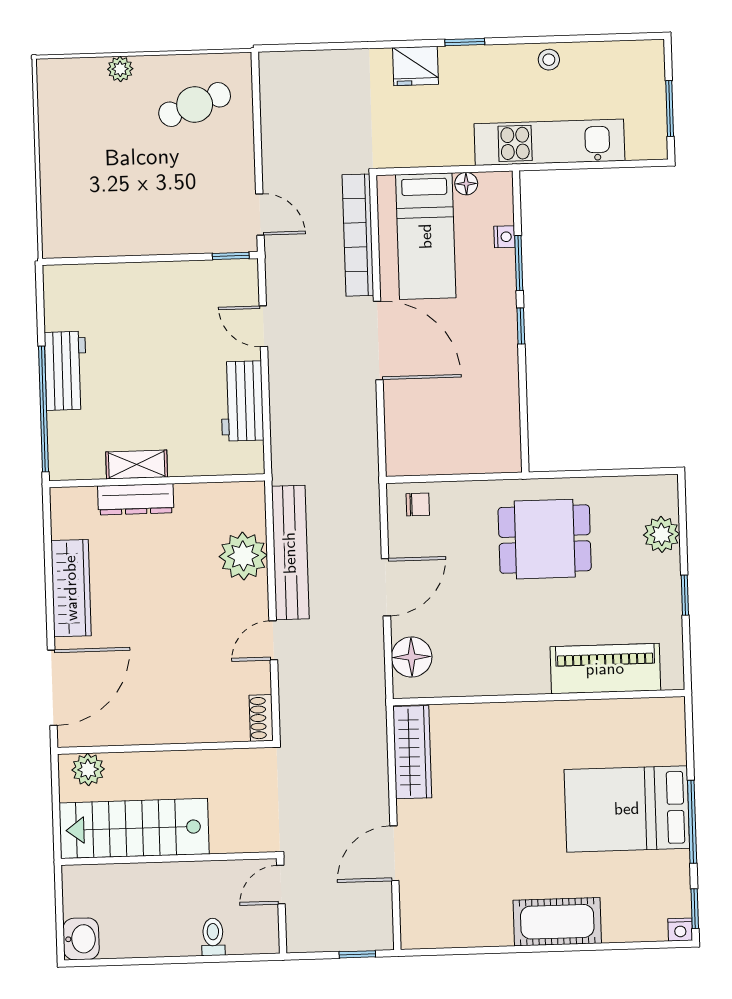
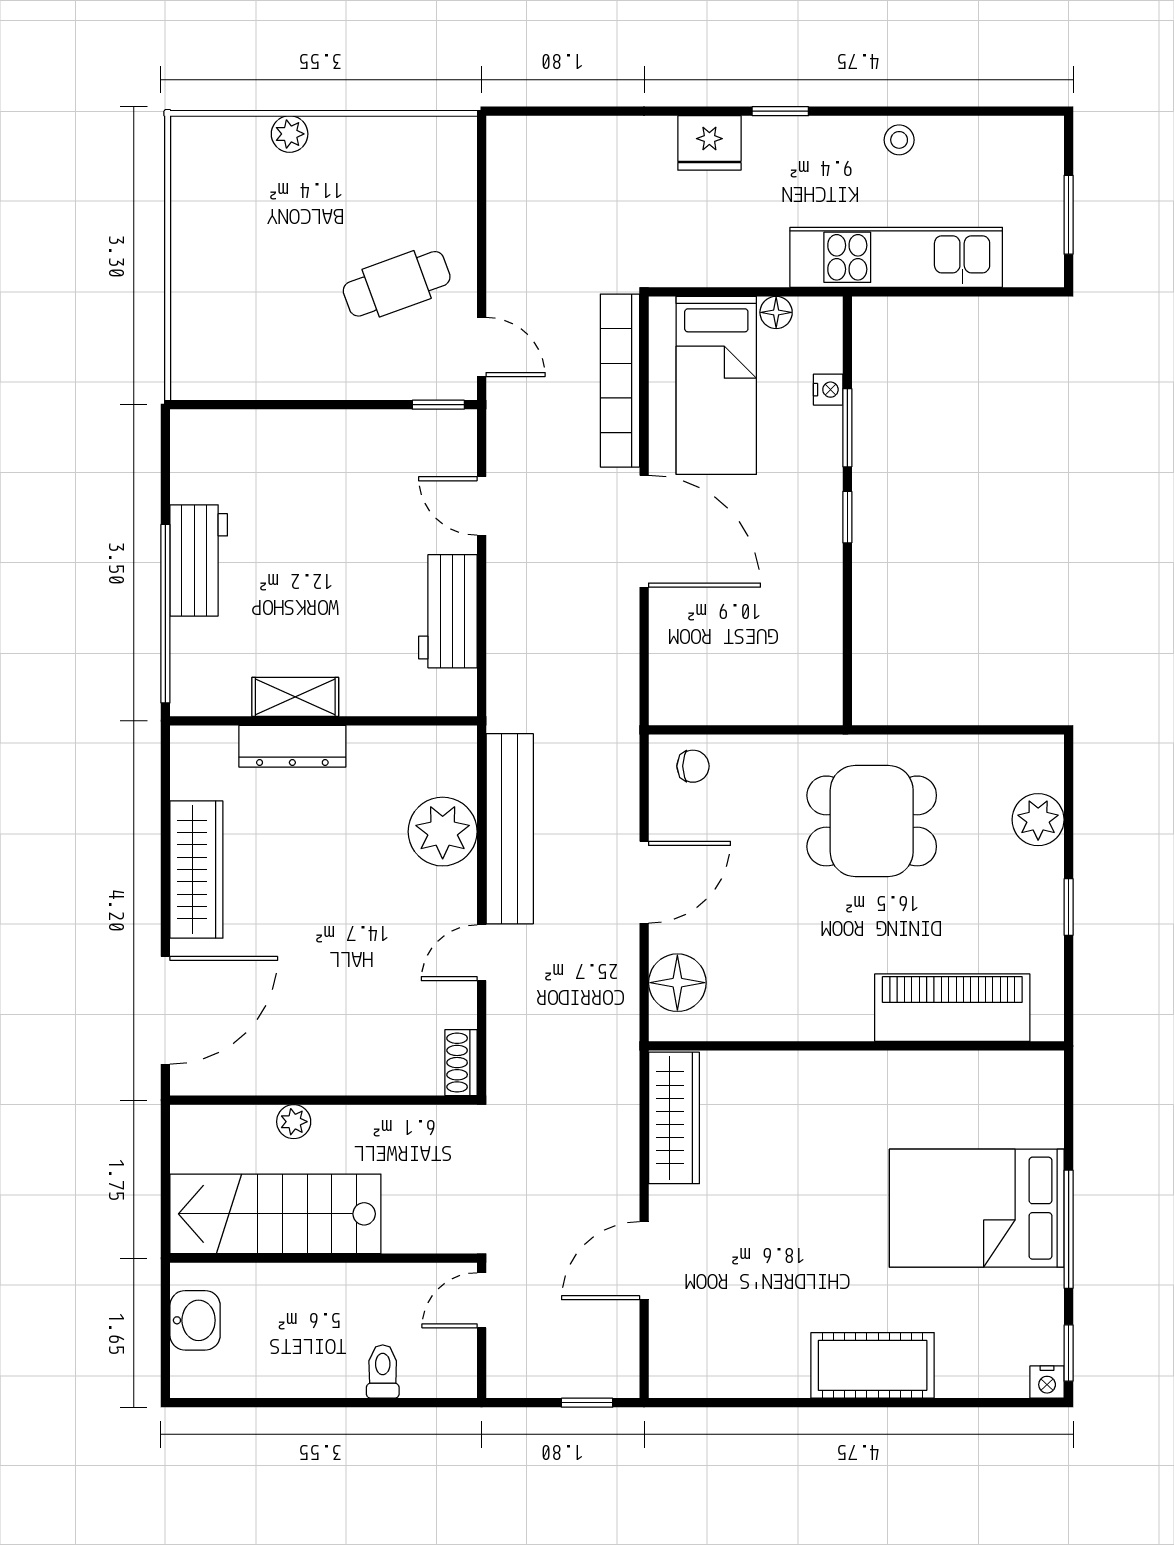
cafe table: (195, 104) -> (397, 284), moved
plant: (88, 770) -> (294, 1122), moved, width x0.73, depth x0.73
washbasin: (81, 939) -> (195, 1320), moved

